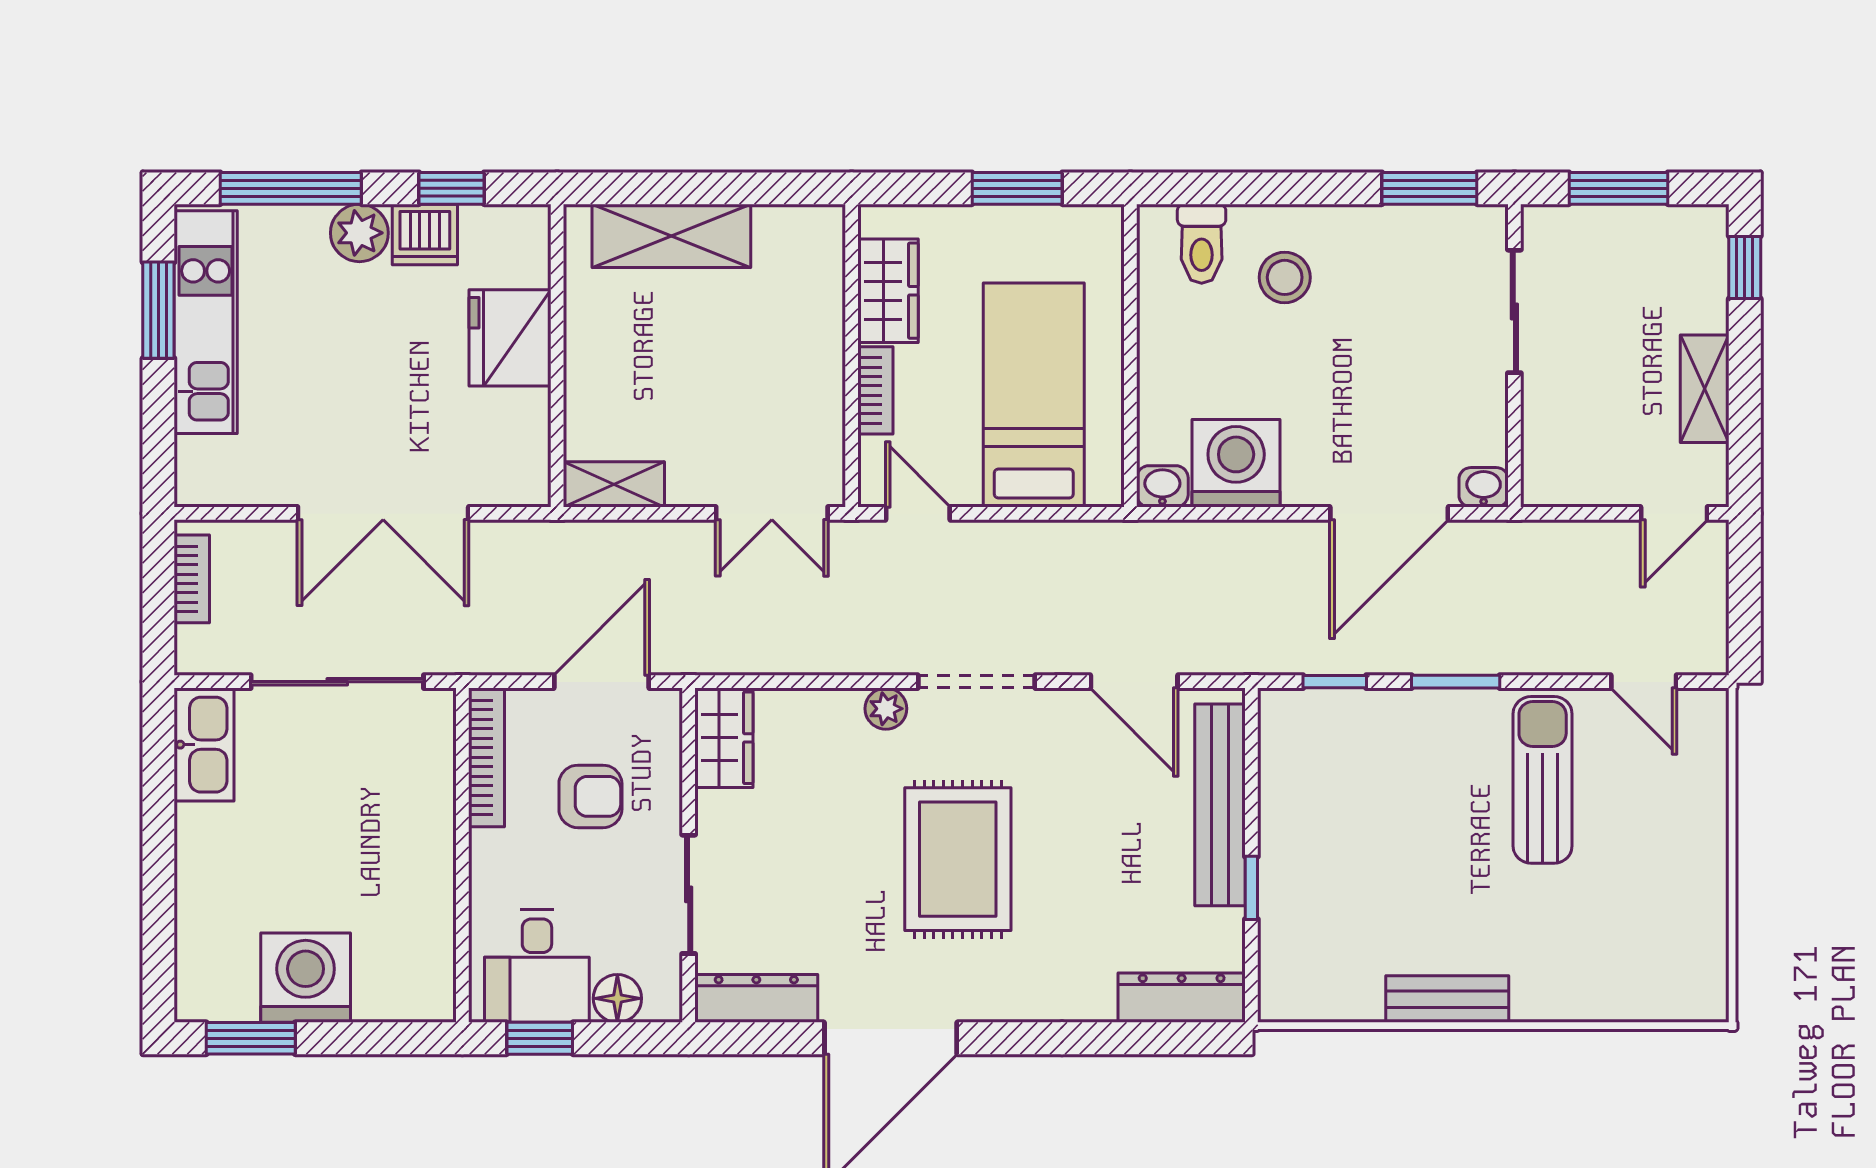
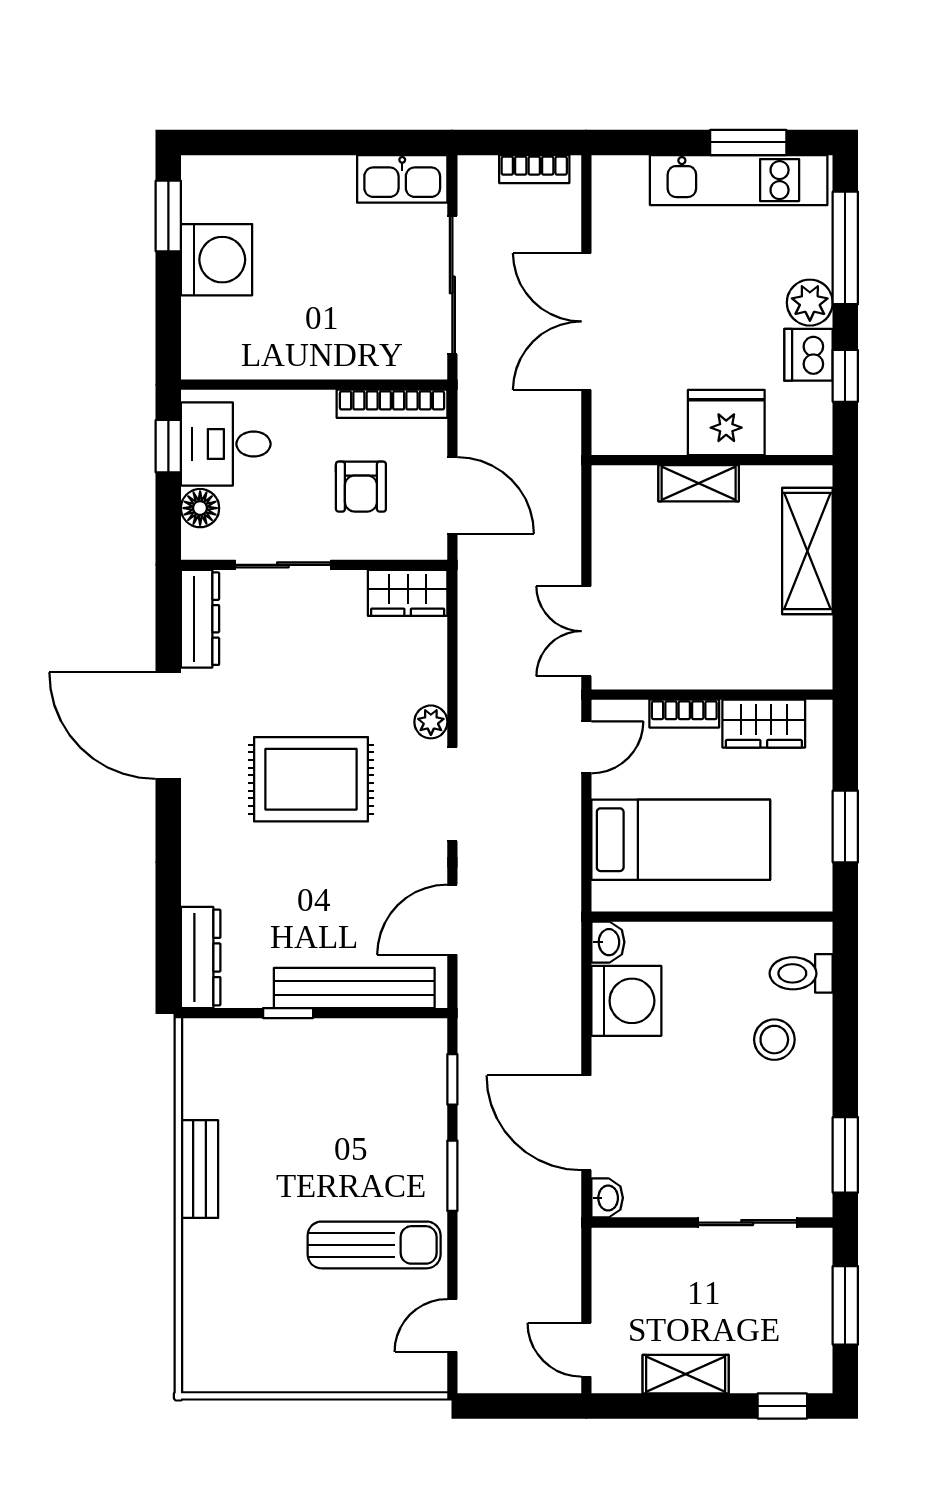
shelving: (614, 484) -> (699, 483), moved, turned 90

